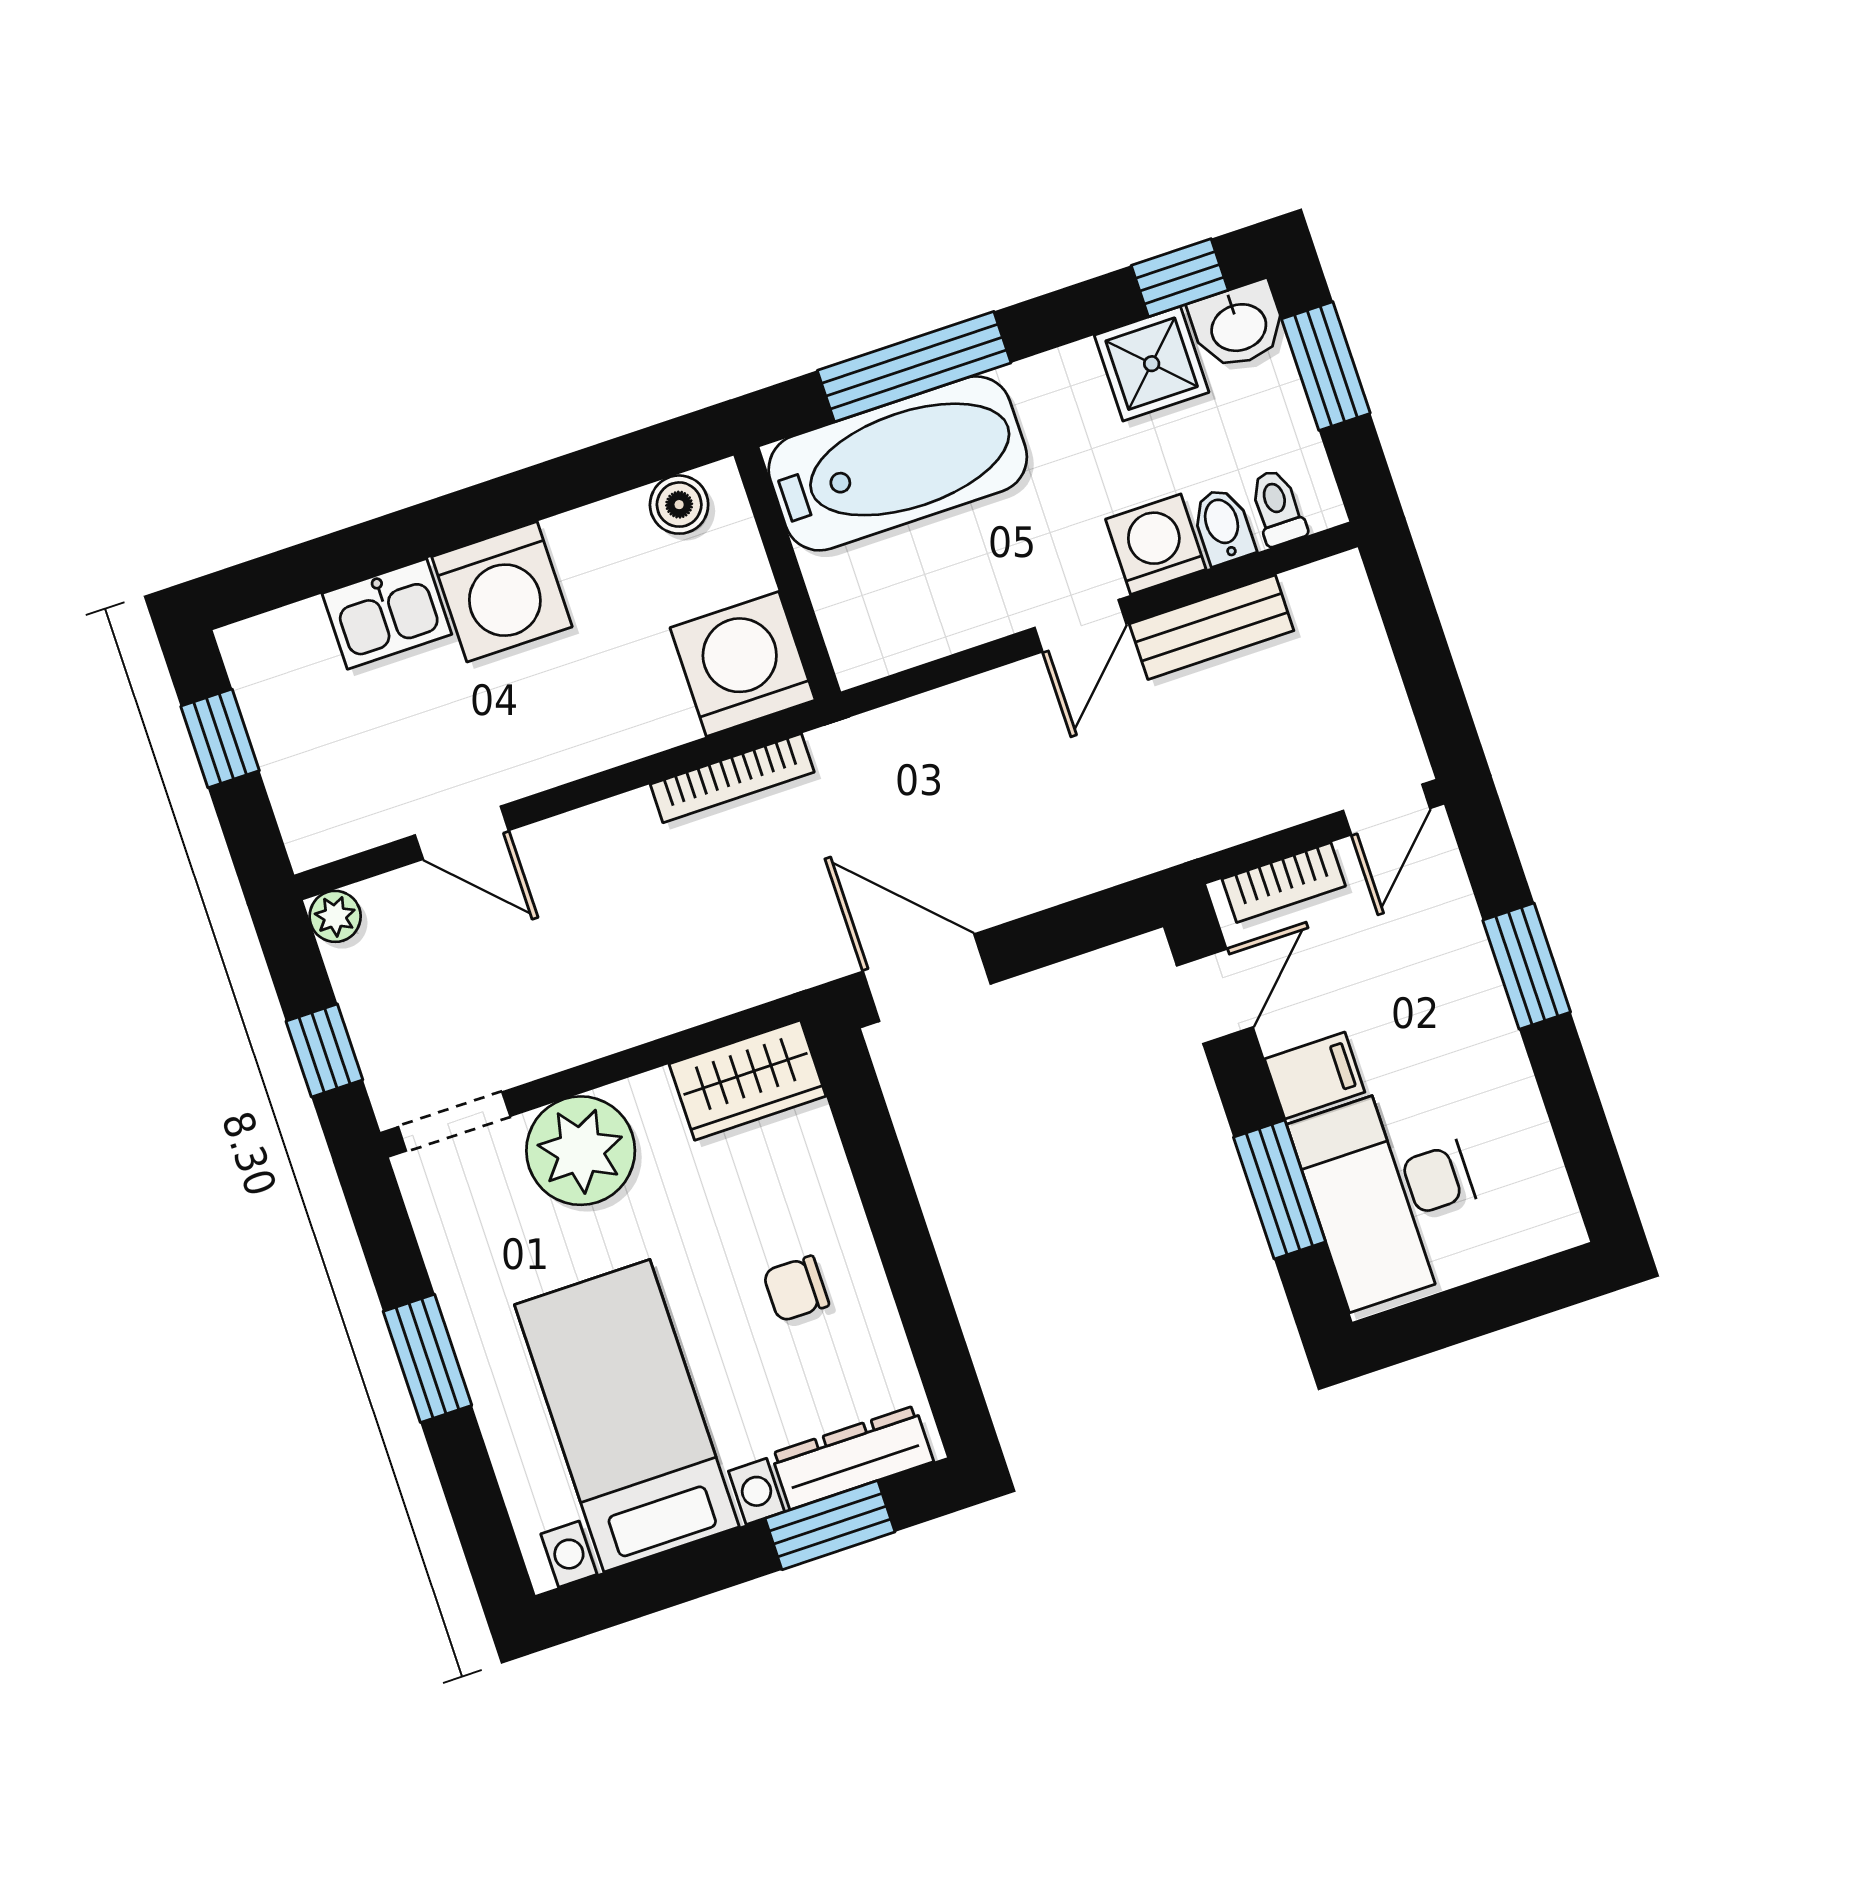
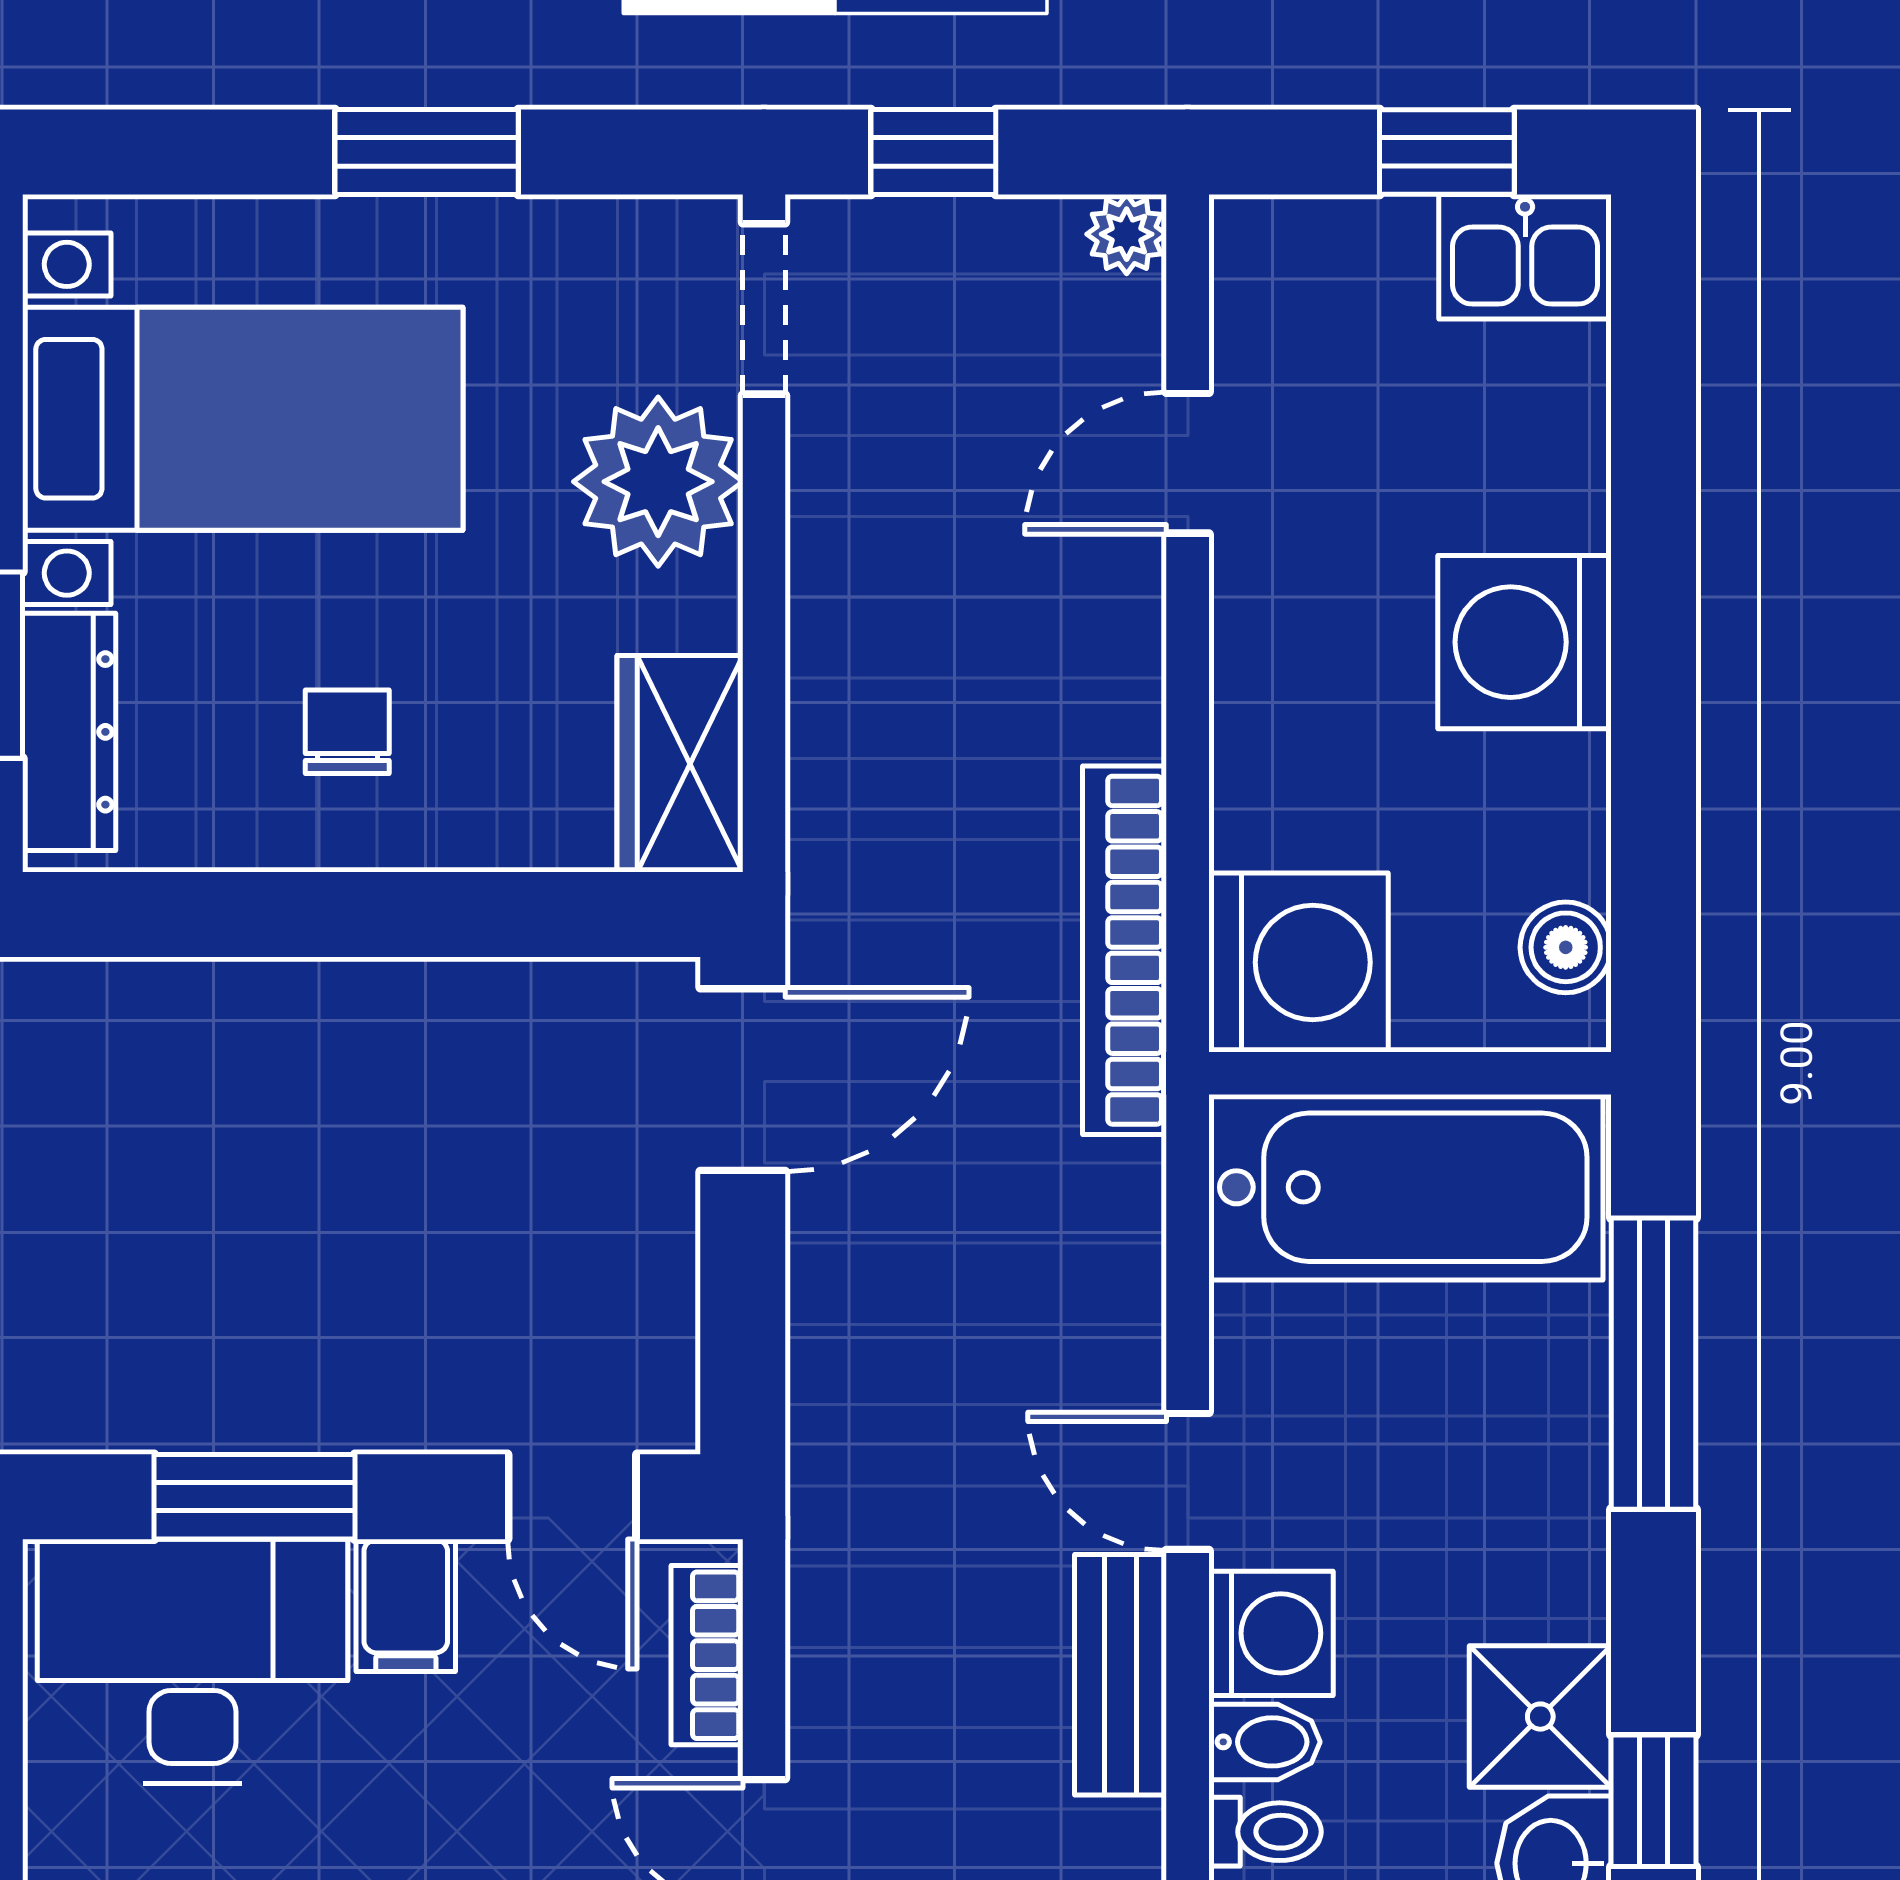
bathtub: (898, 463) -> (1406, 1187), moved, turned -90
kitchen sink: (387, 614) -> (1525, 257), moved, turned -90
bookcase: (732, 778) -> (1125, 950), width x1.48, depth x1.31

